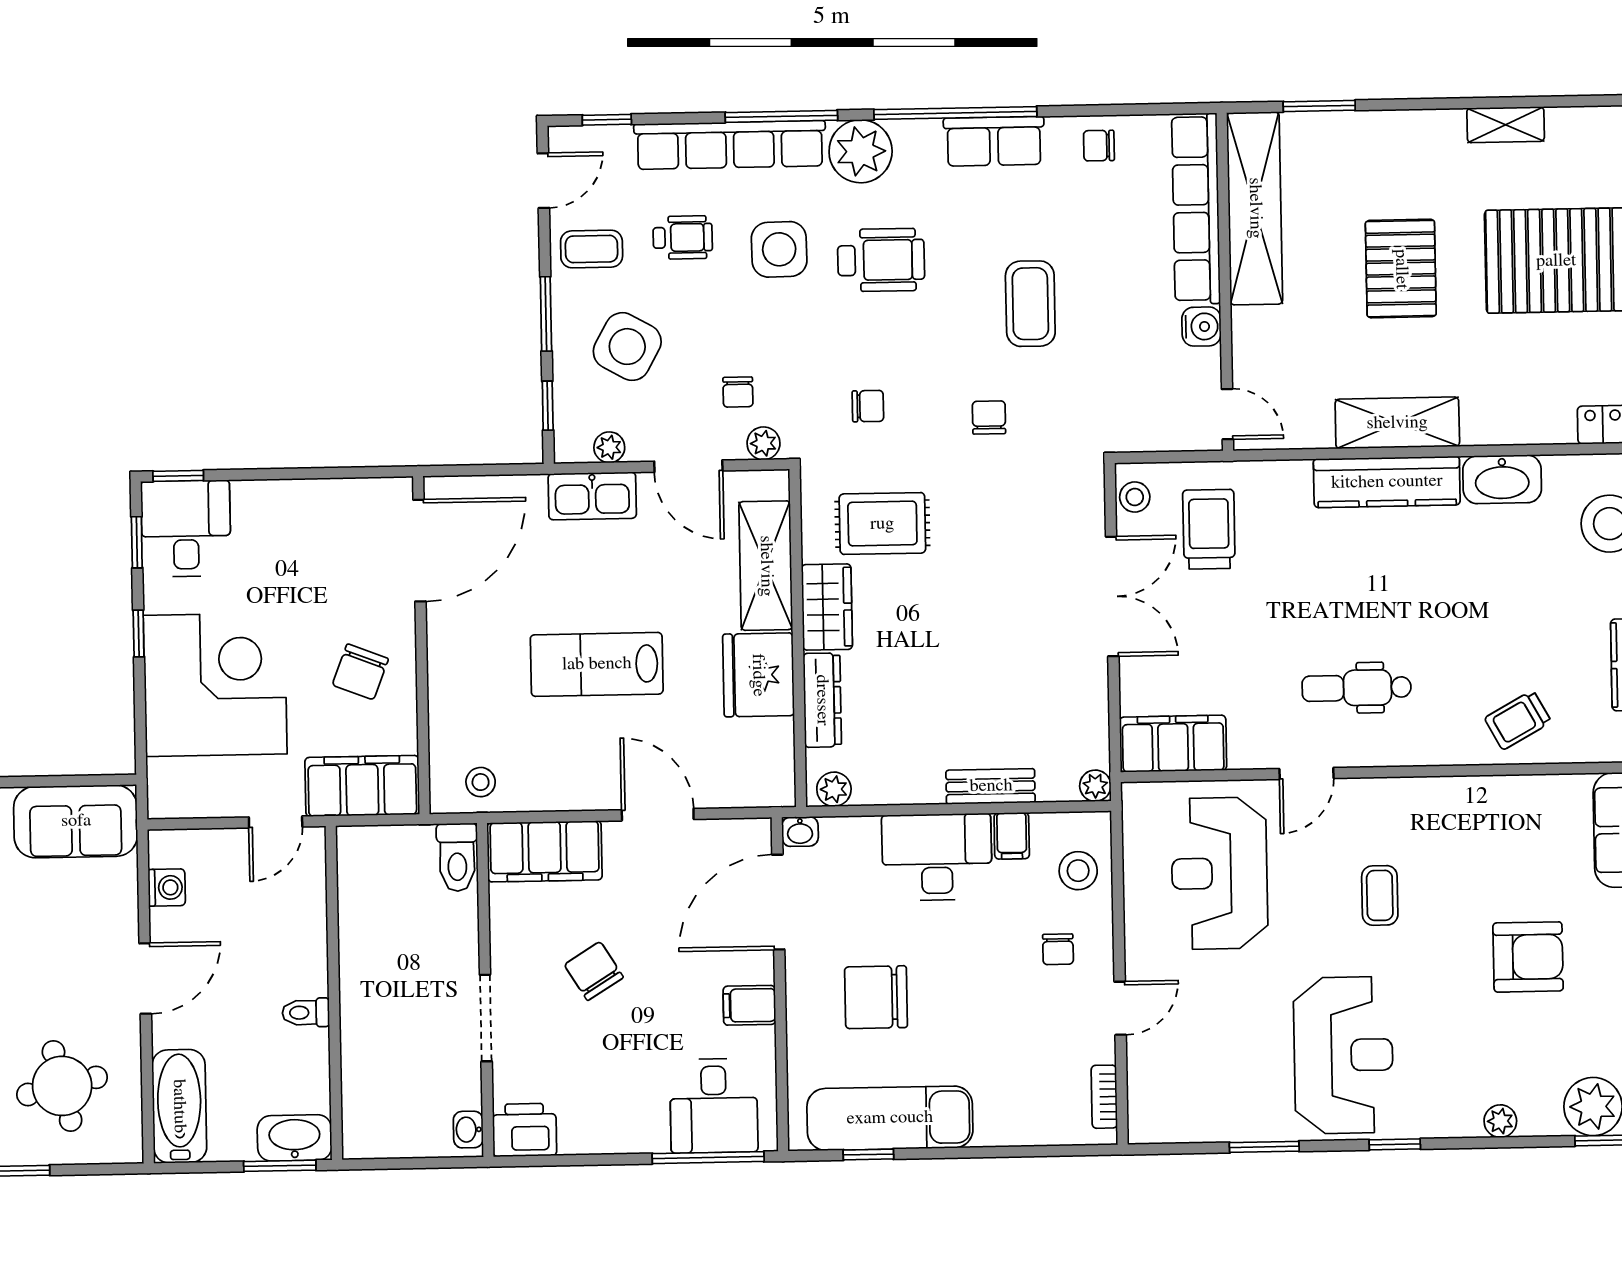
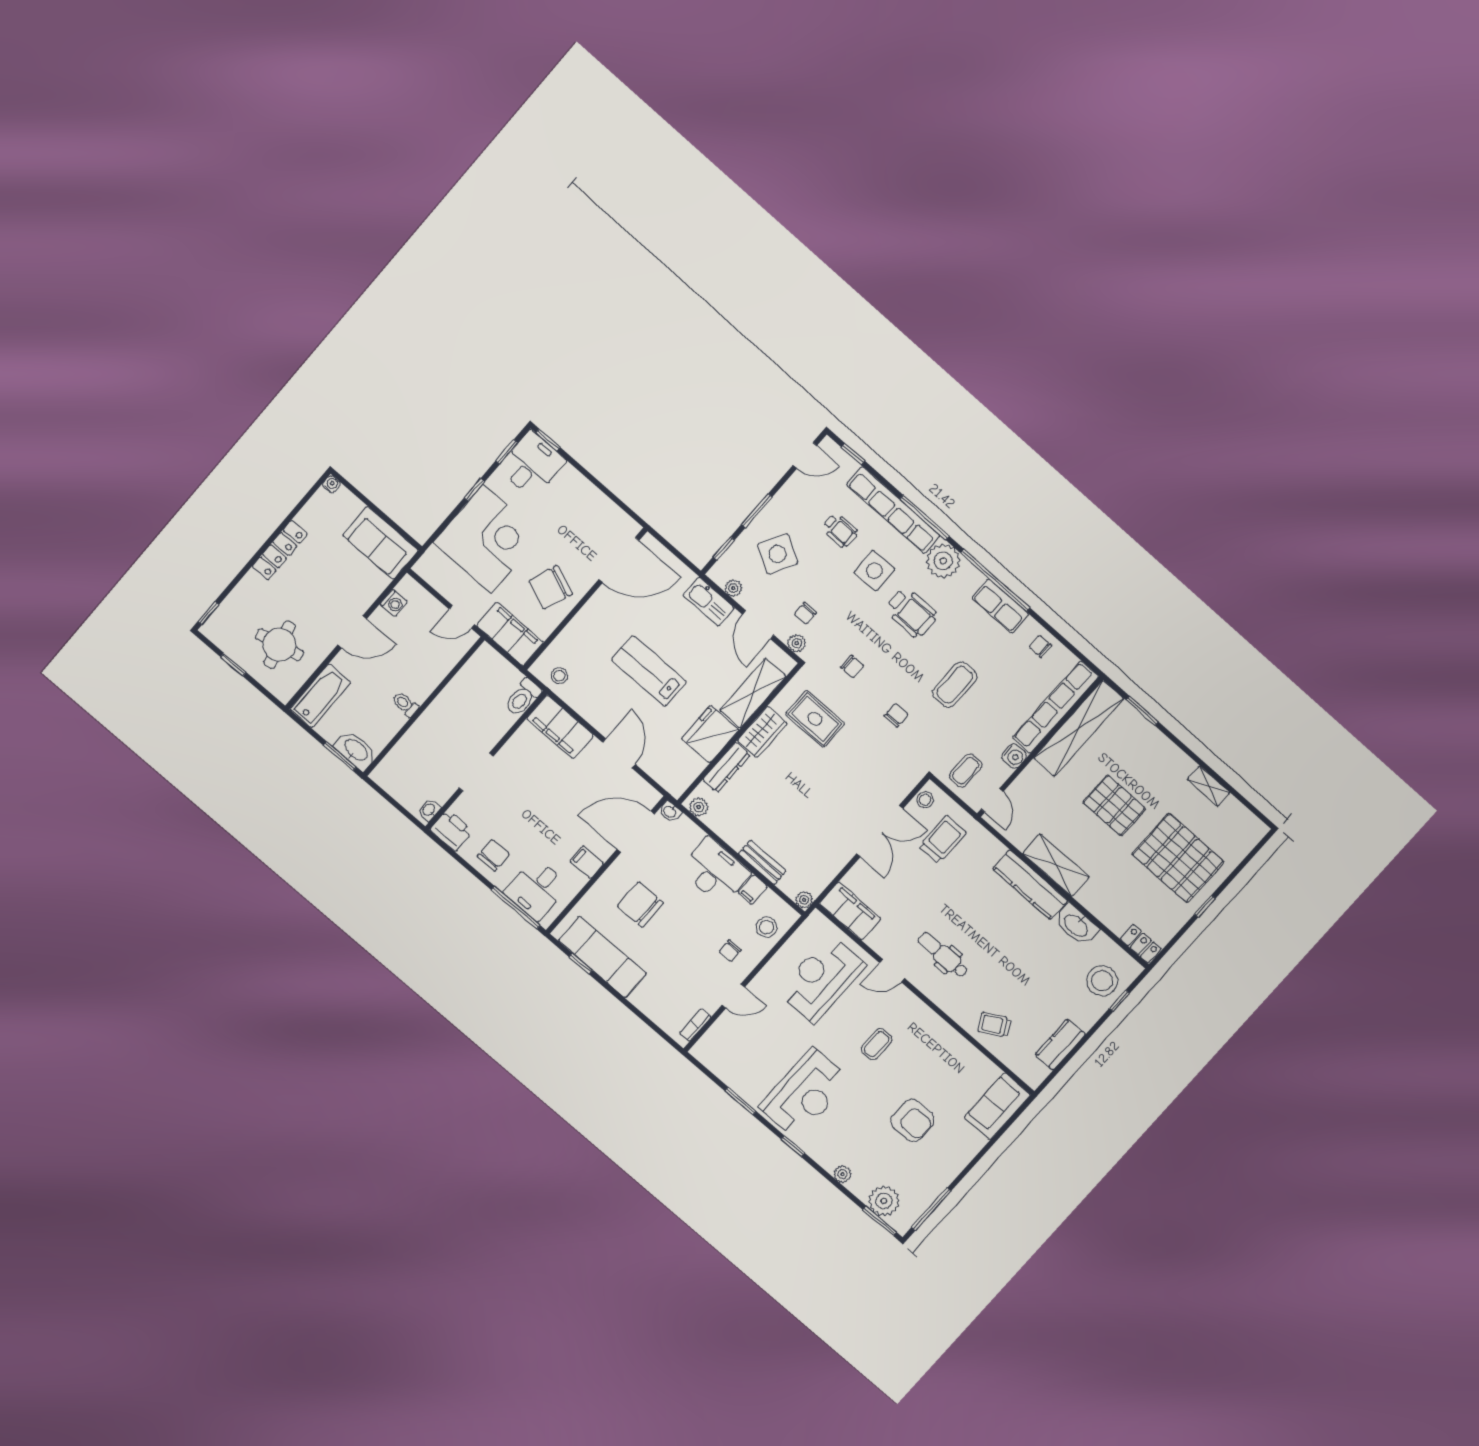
coffee table: (592, 249) -> (966, 771), moved, turned 90
pallet: (1401, 269) -> (1114, 805), turned 90
chair: (360, 672) -> (551, 587), width x1.37, depth x1.37
chair: (594, 971) -> (493, 855), moved, turned 32

